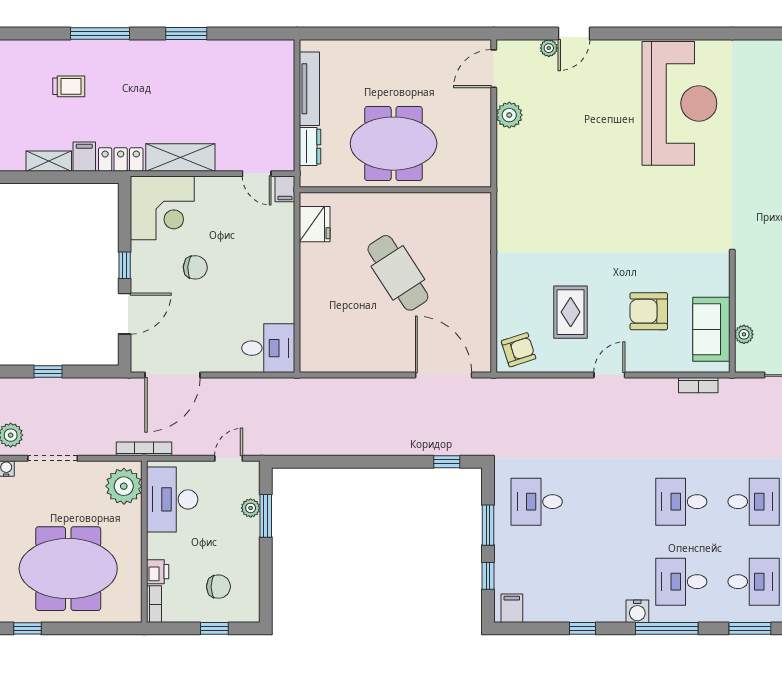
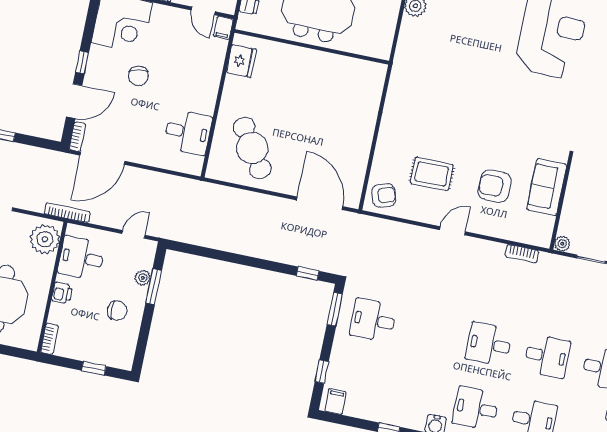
chair: (195, 267) -> (138, 76), turned 75
cafe table: (398, 273) -> (252, 148), moved
rug: (571, 312) -> (432, 174), turned 90
sofa: (711, 329) -> (547, 187), moved
plant: (744, 334) -> (562, 244), moved
desk: (268, 348) -> (188, 132), moved
bookcase: (137, 355) -> (77, 137), added
desk: (172, 499) -> (81, 258), width x0.73
window: (488, 525) -> (335, 309), moved
printer: (158, 572) -> (62, 293), moved
chair: (218, 587) -> (117, 311), moved

